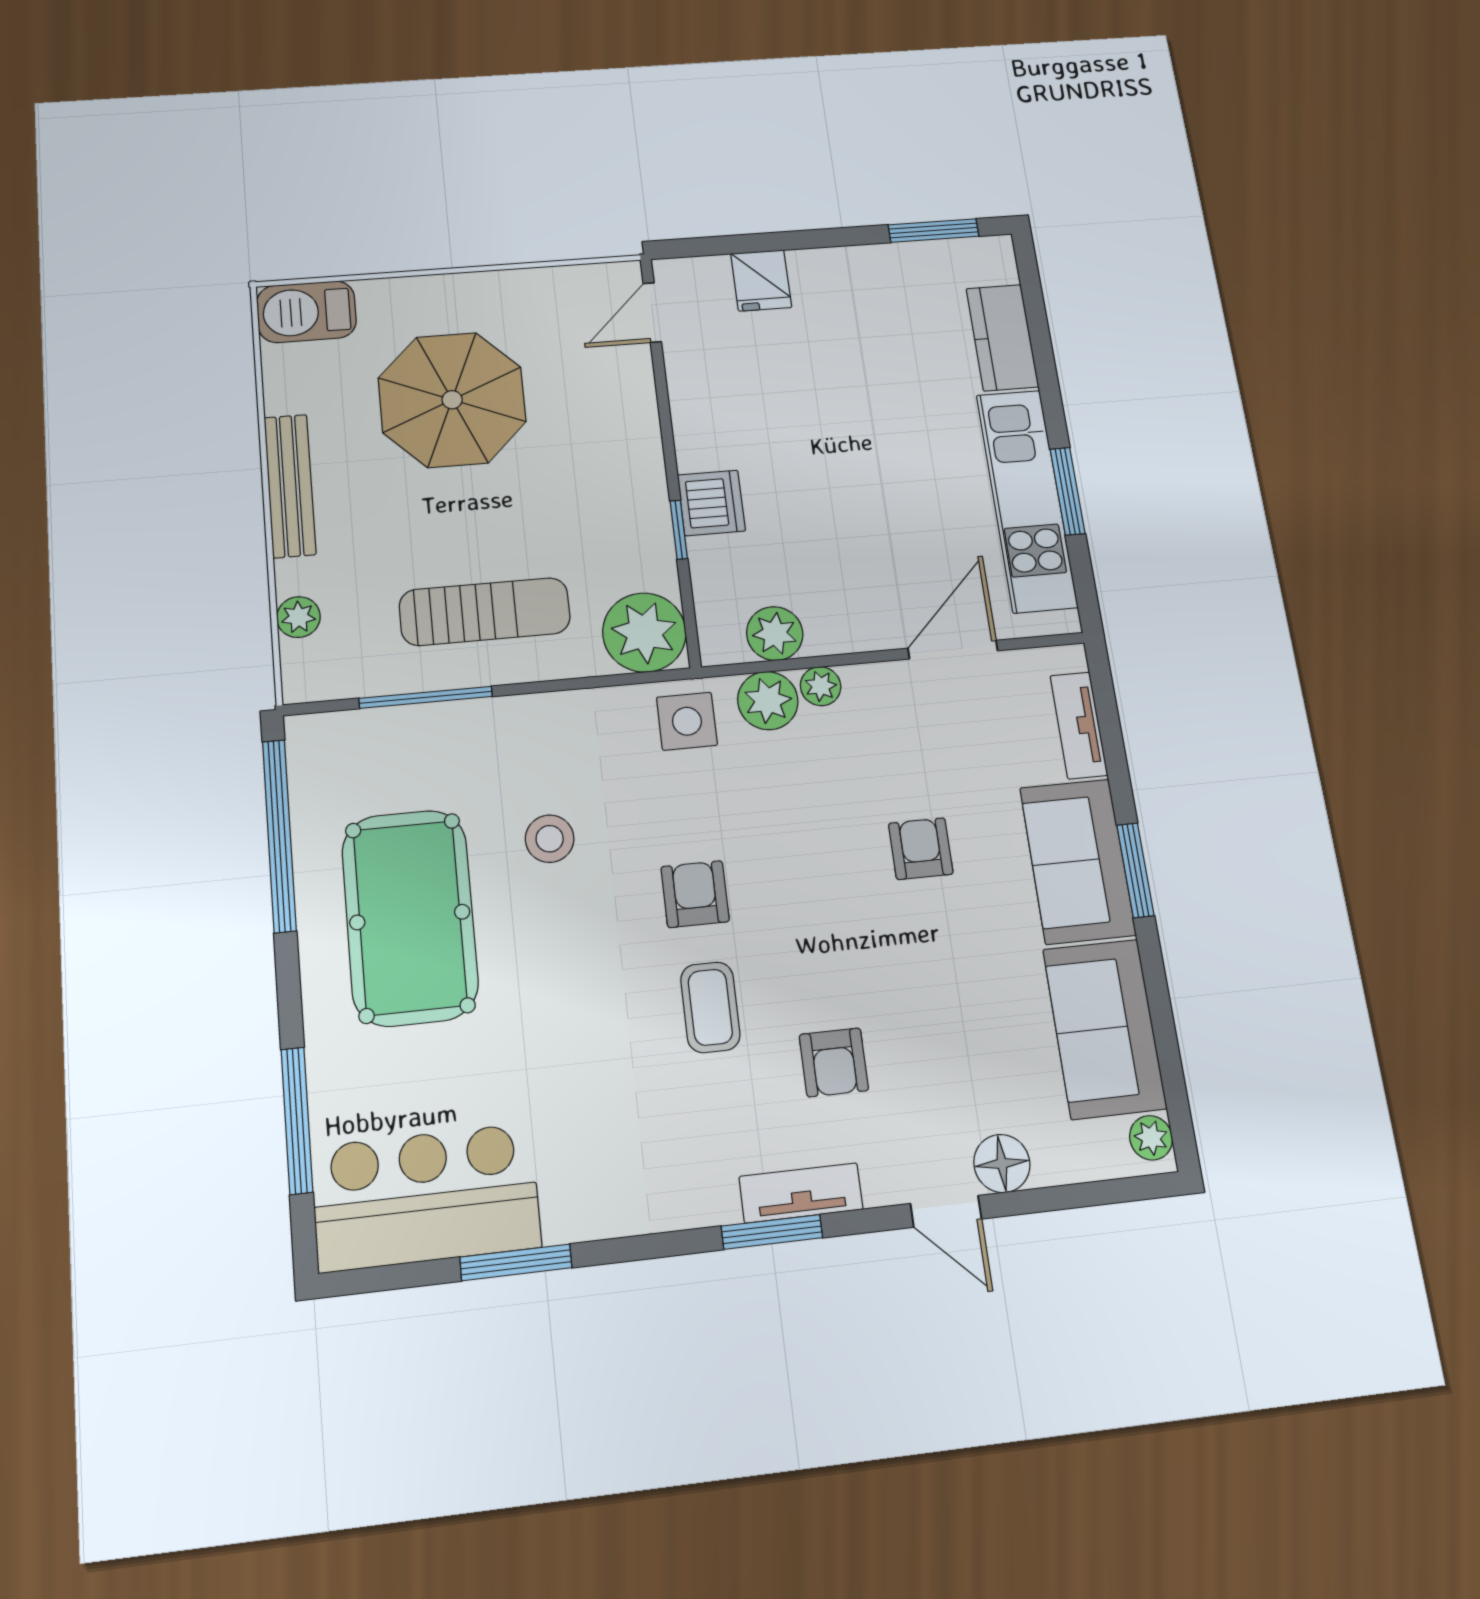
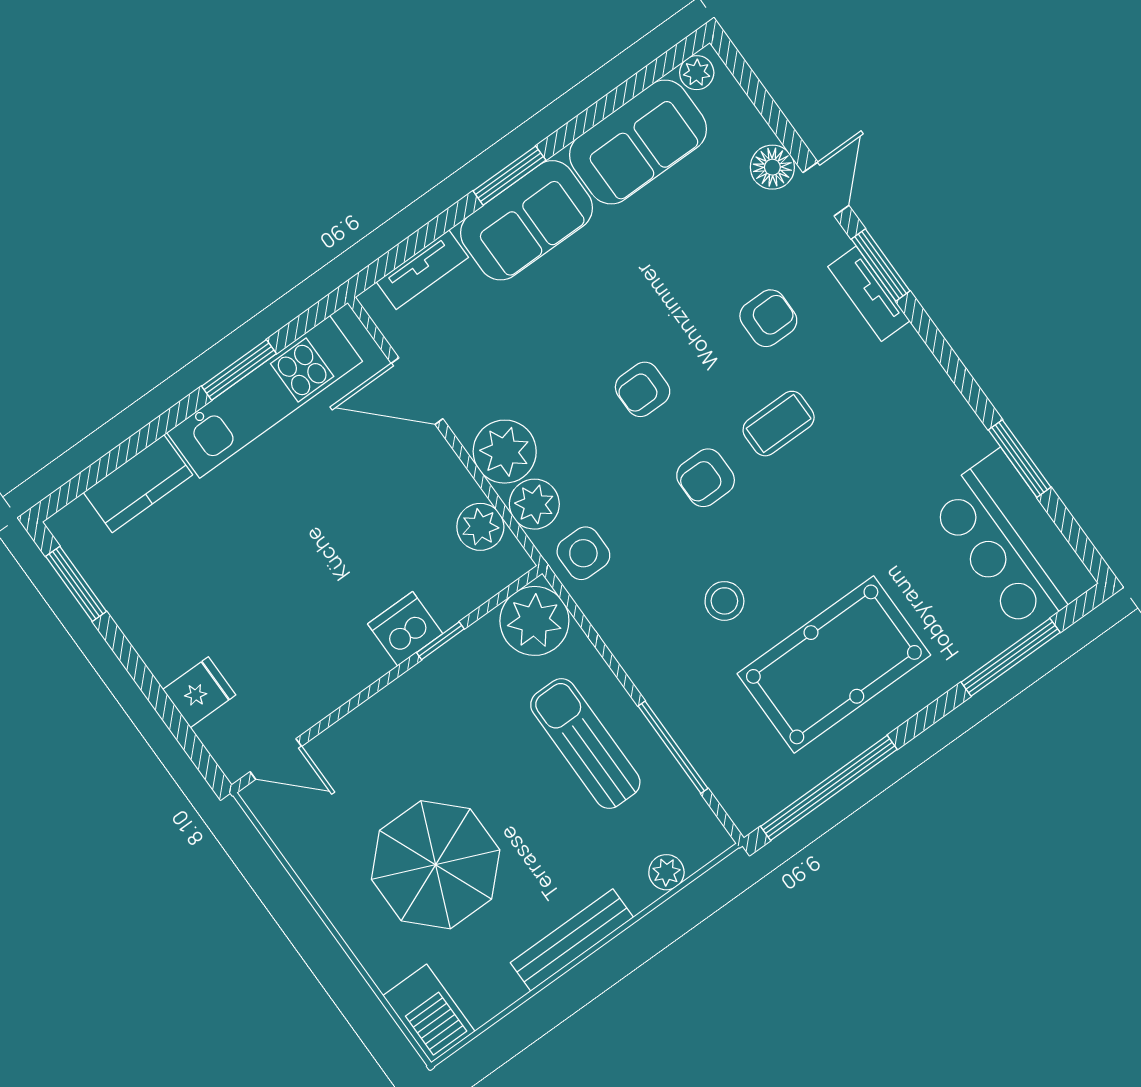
plant: (821, 686) -> (505, 452), width x1.88, depth x1.88
armchair: (921, 849) -> (643, 389), moved
window: (772, 1232) -> (881, 265), moved

